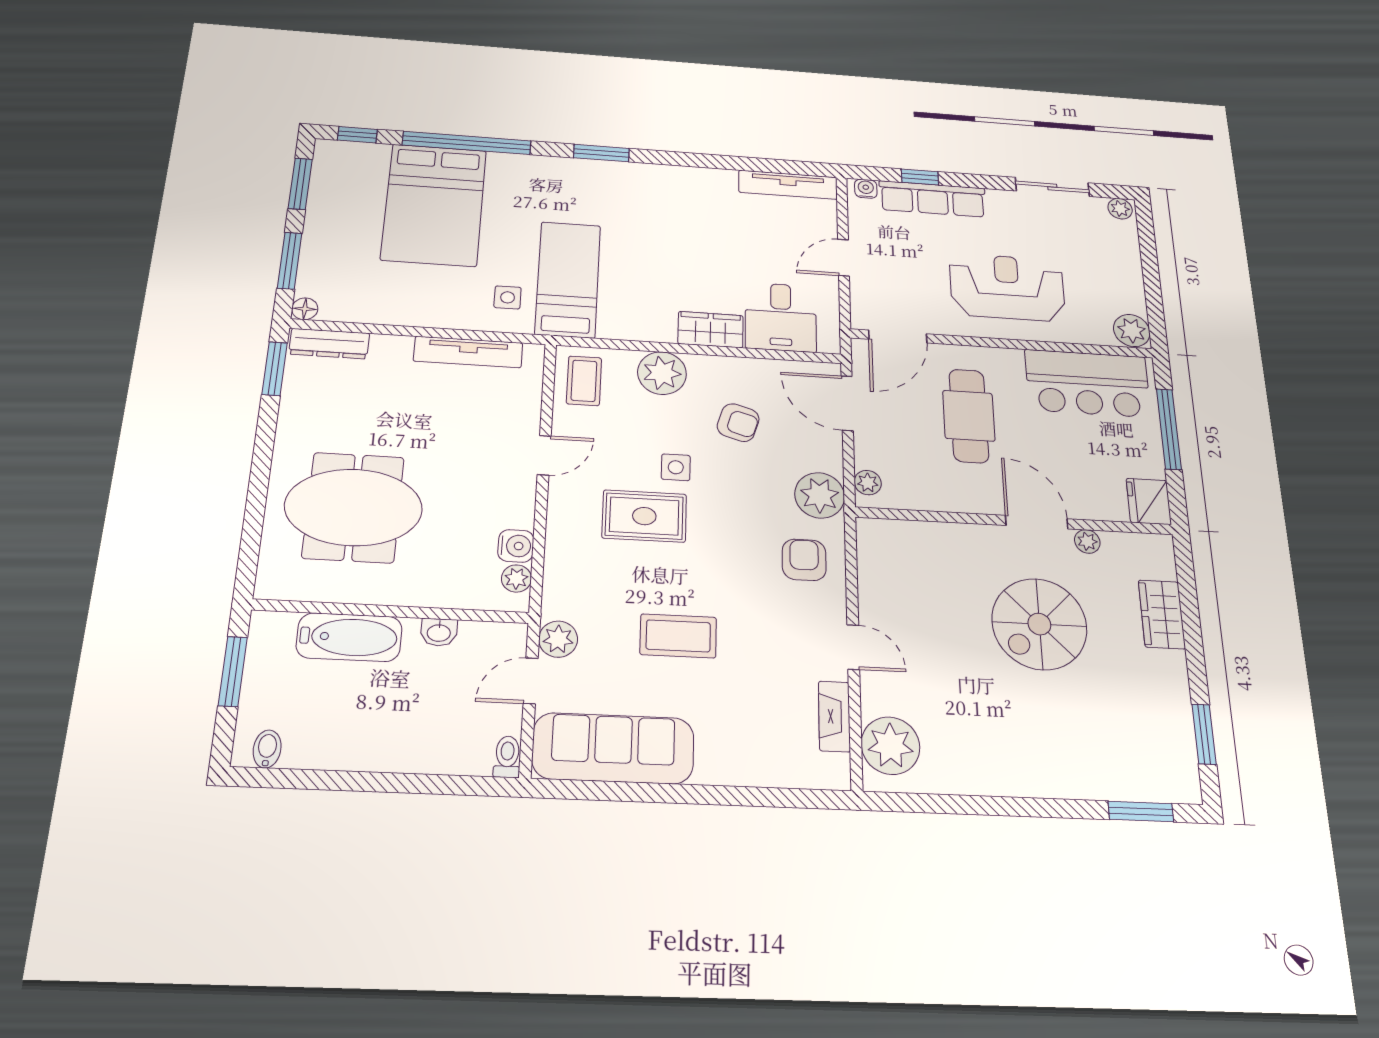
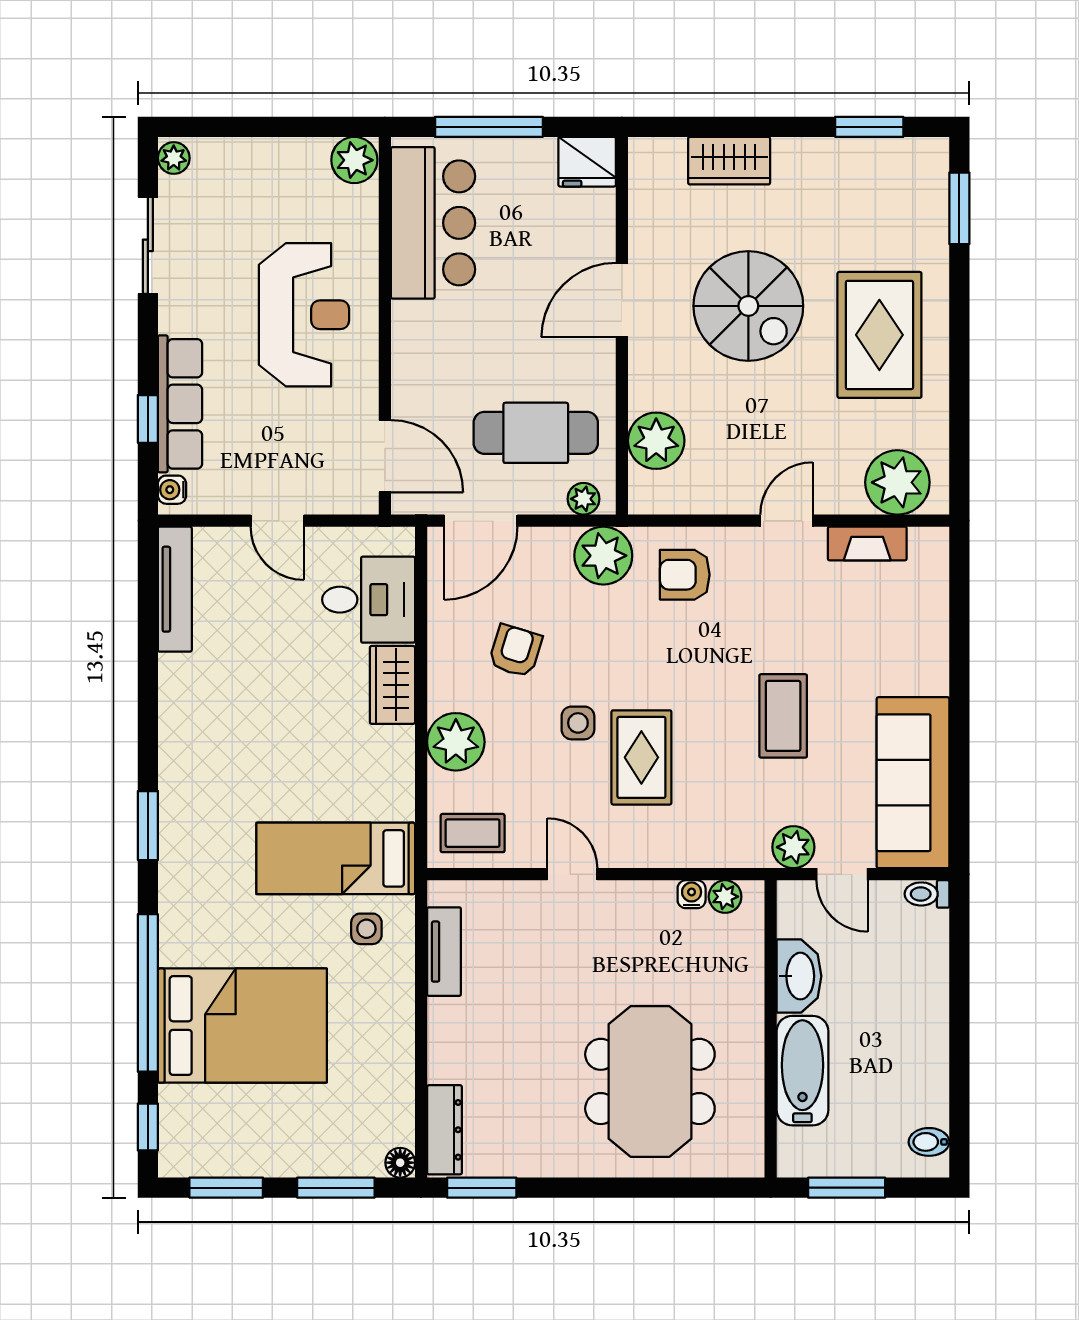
reception desk: (1007, 287) -> (304, 315), turned 180
tv unit: (468, 352) -> (444, 952), width x0.71
cafe table: (969, 416) -> (536, 433), moved
plant: (1087, 541) -> (656, 441), moved, width x1.88, depth x1.88
water cooler: (516, 546) -> (692, 894), width x0.72, depth x0.72
washbasin: (439, 632) -> (799, 976), width x1.91, depth x1.45
rug: (1022, 735) -> (879, 335), added

